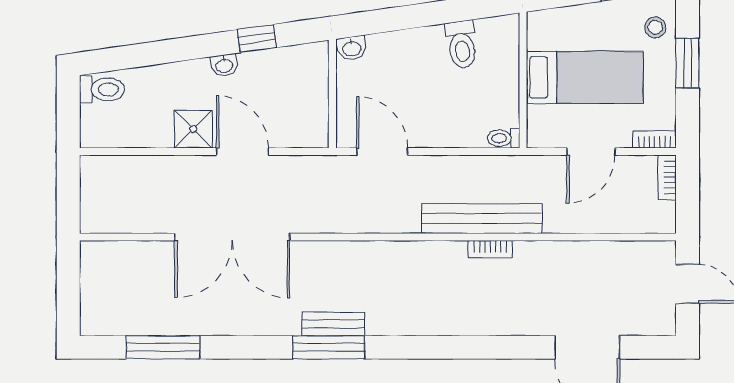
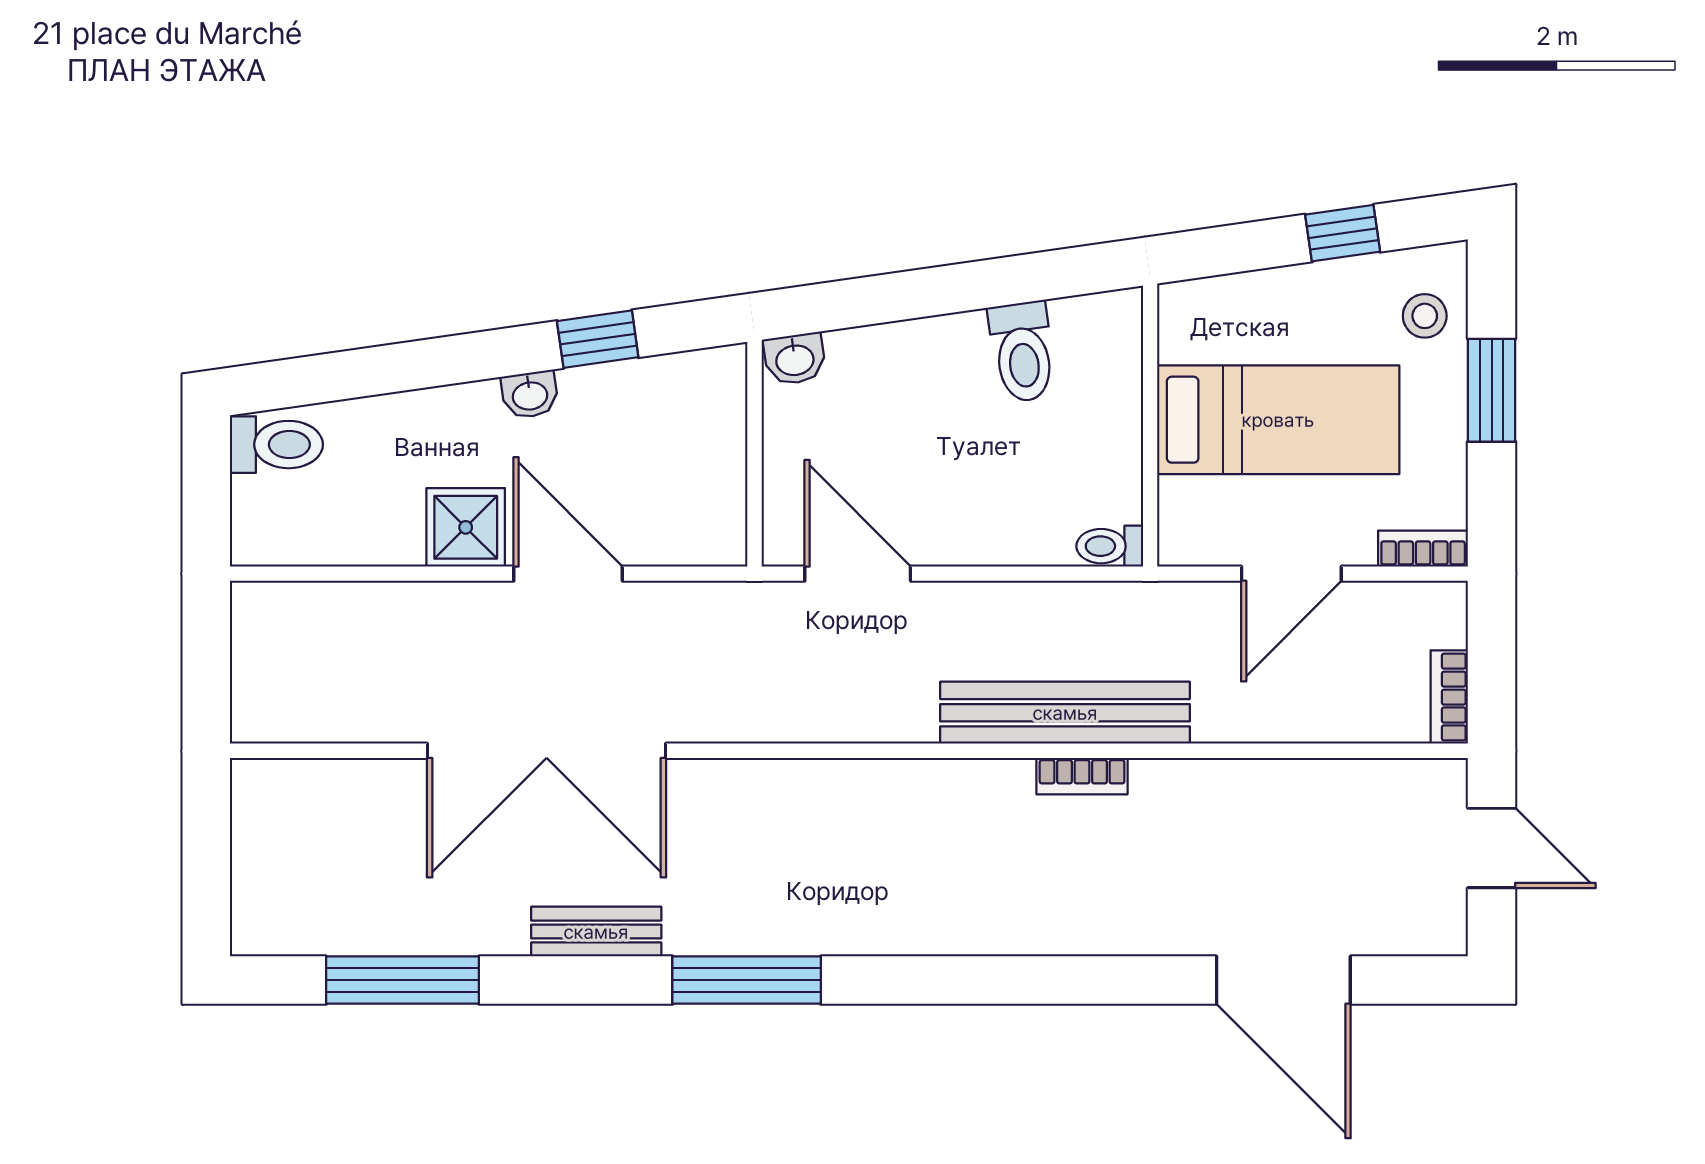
bookcase: (667, 177) -> (1449, 697), moved
bench: (333, 324) -> (596, 932), moved

